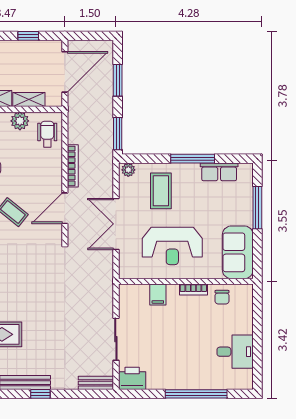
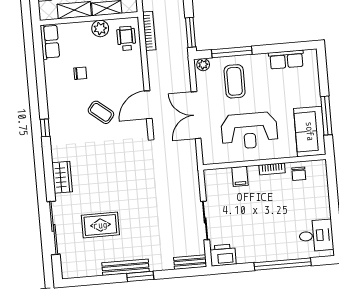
window: (193, 159) -> (232, 52), moved
bookcase: (73, 166) -> (149, 31), moved
window: (257, 208) -> (326, 116), moved
desk: (235, 352) -> (316, 236), moved
window: (40, 394) -> (140, 276), width x1.50

